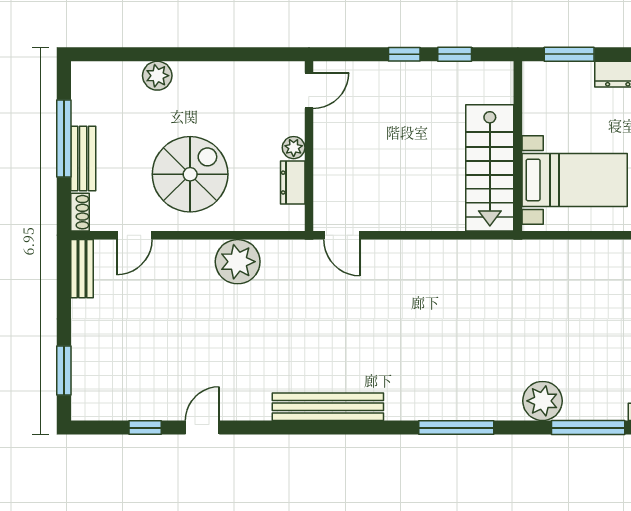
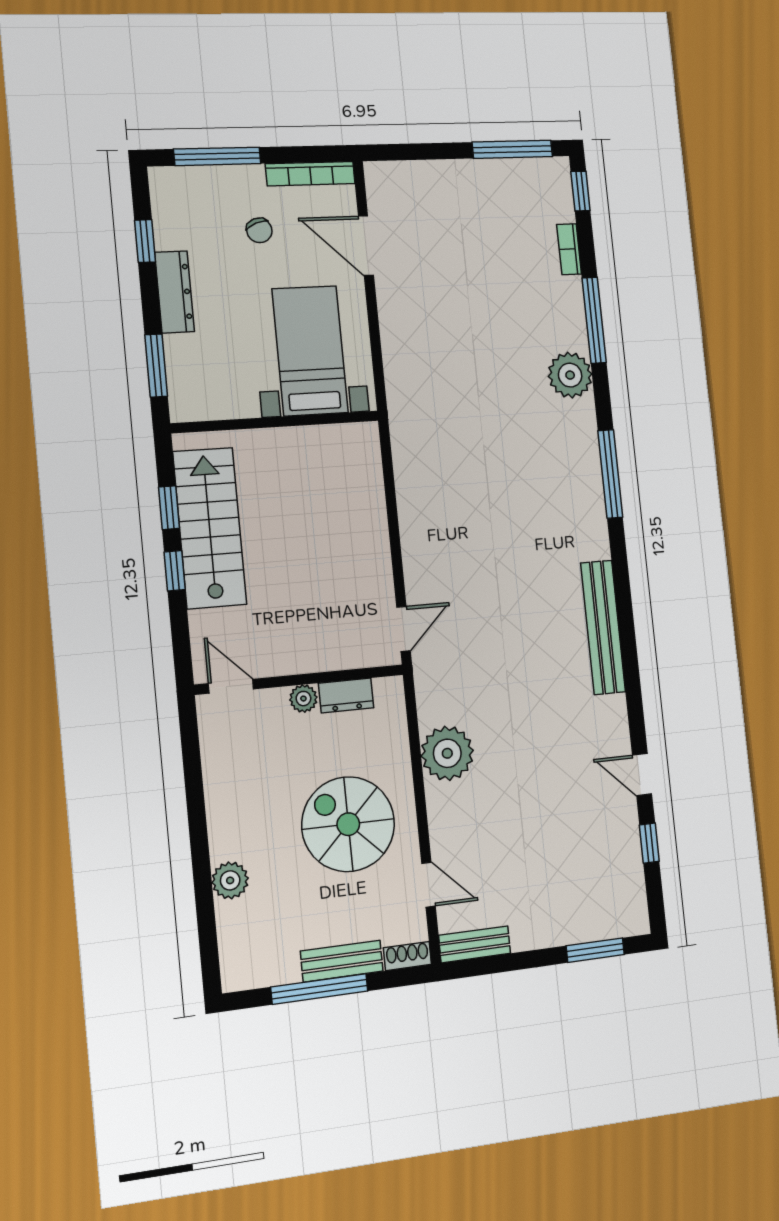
stairs: (490, 168) -> (210, 528), moved, turned -90

